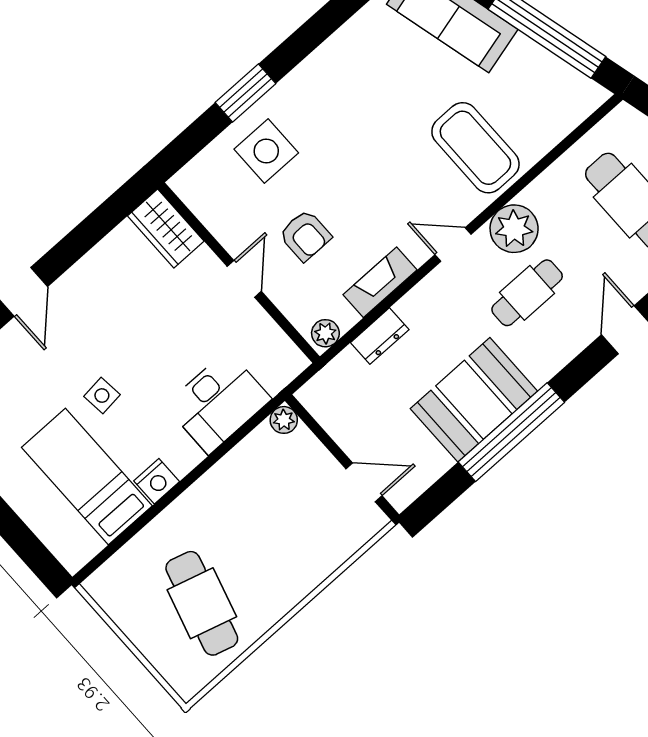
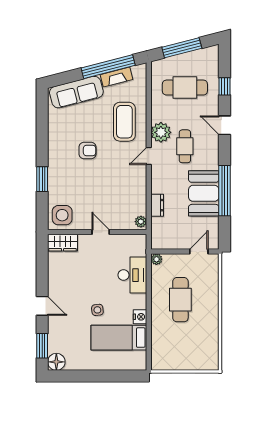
coffee table: (475, 148) -> (124, 122), turned 90
side table: (266, 151) -> (62, 215), moved
armchair: (305, 235) -> (88, 151), moved
fireplace: (380, 282) -> (116, 77), moved, turned -104
cafe table: (202, 603) -> (180, 300), moved, turned 74

